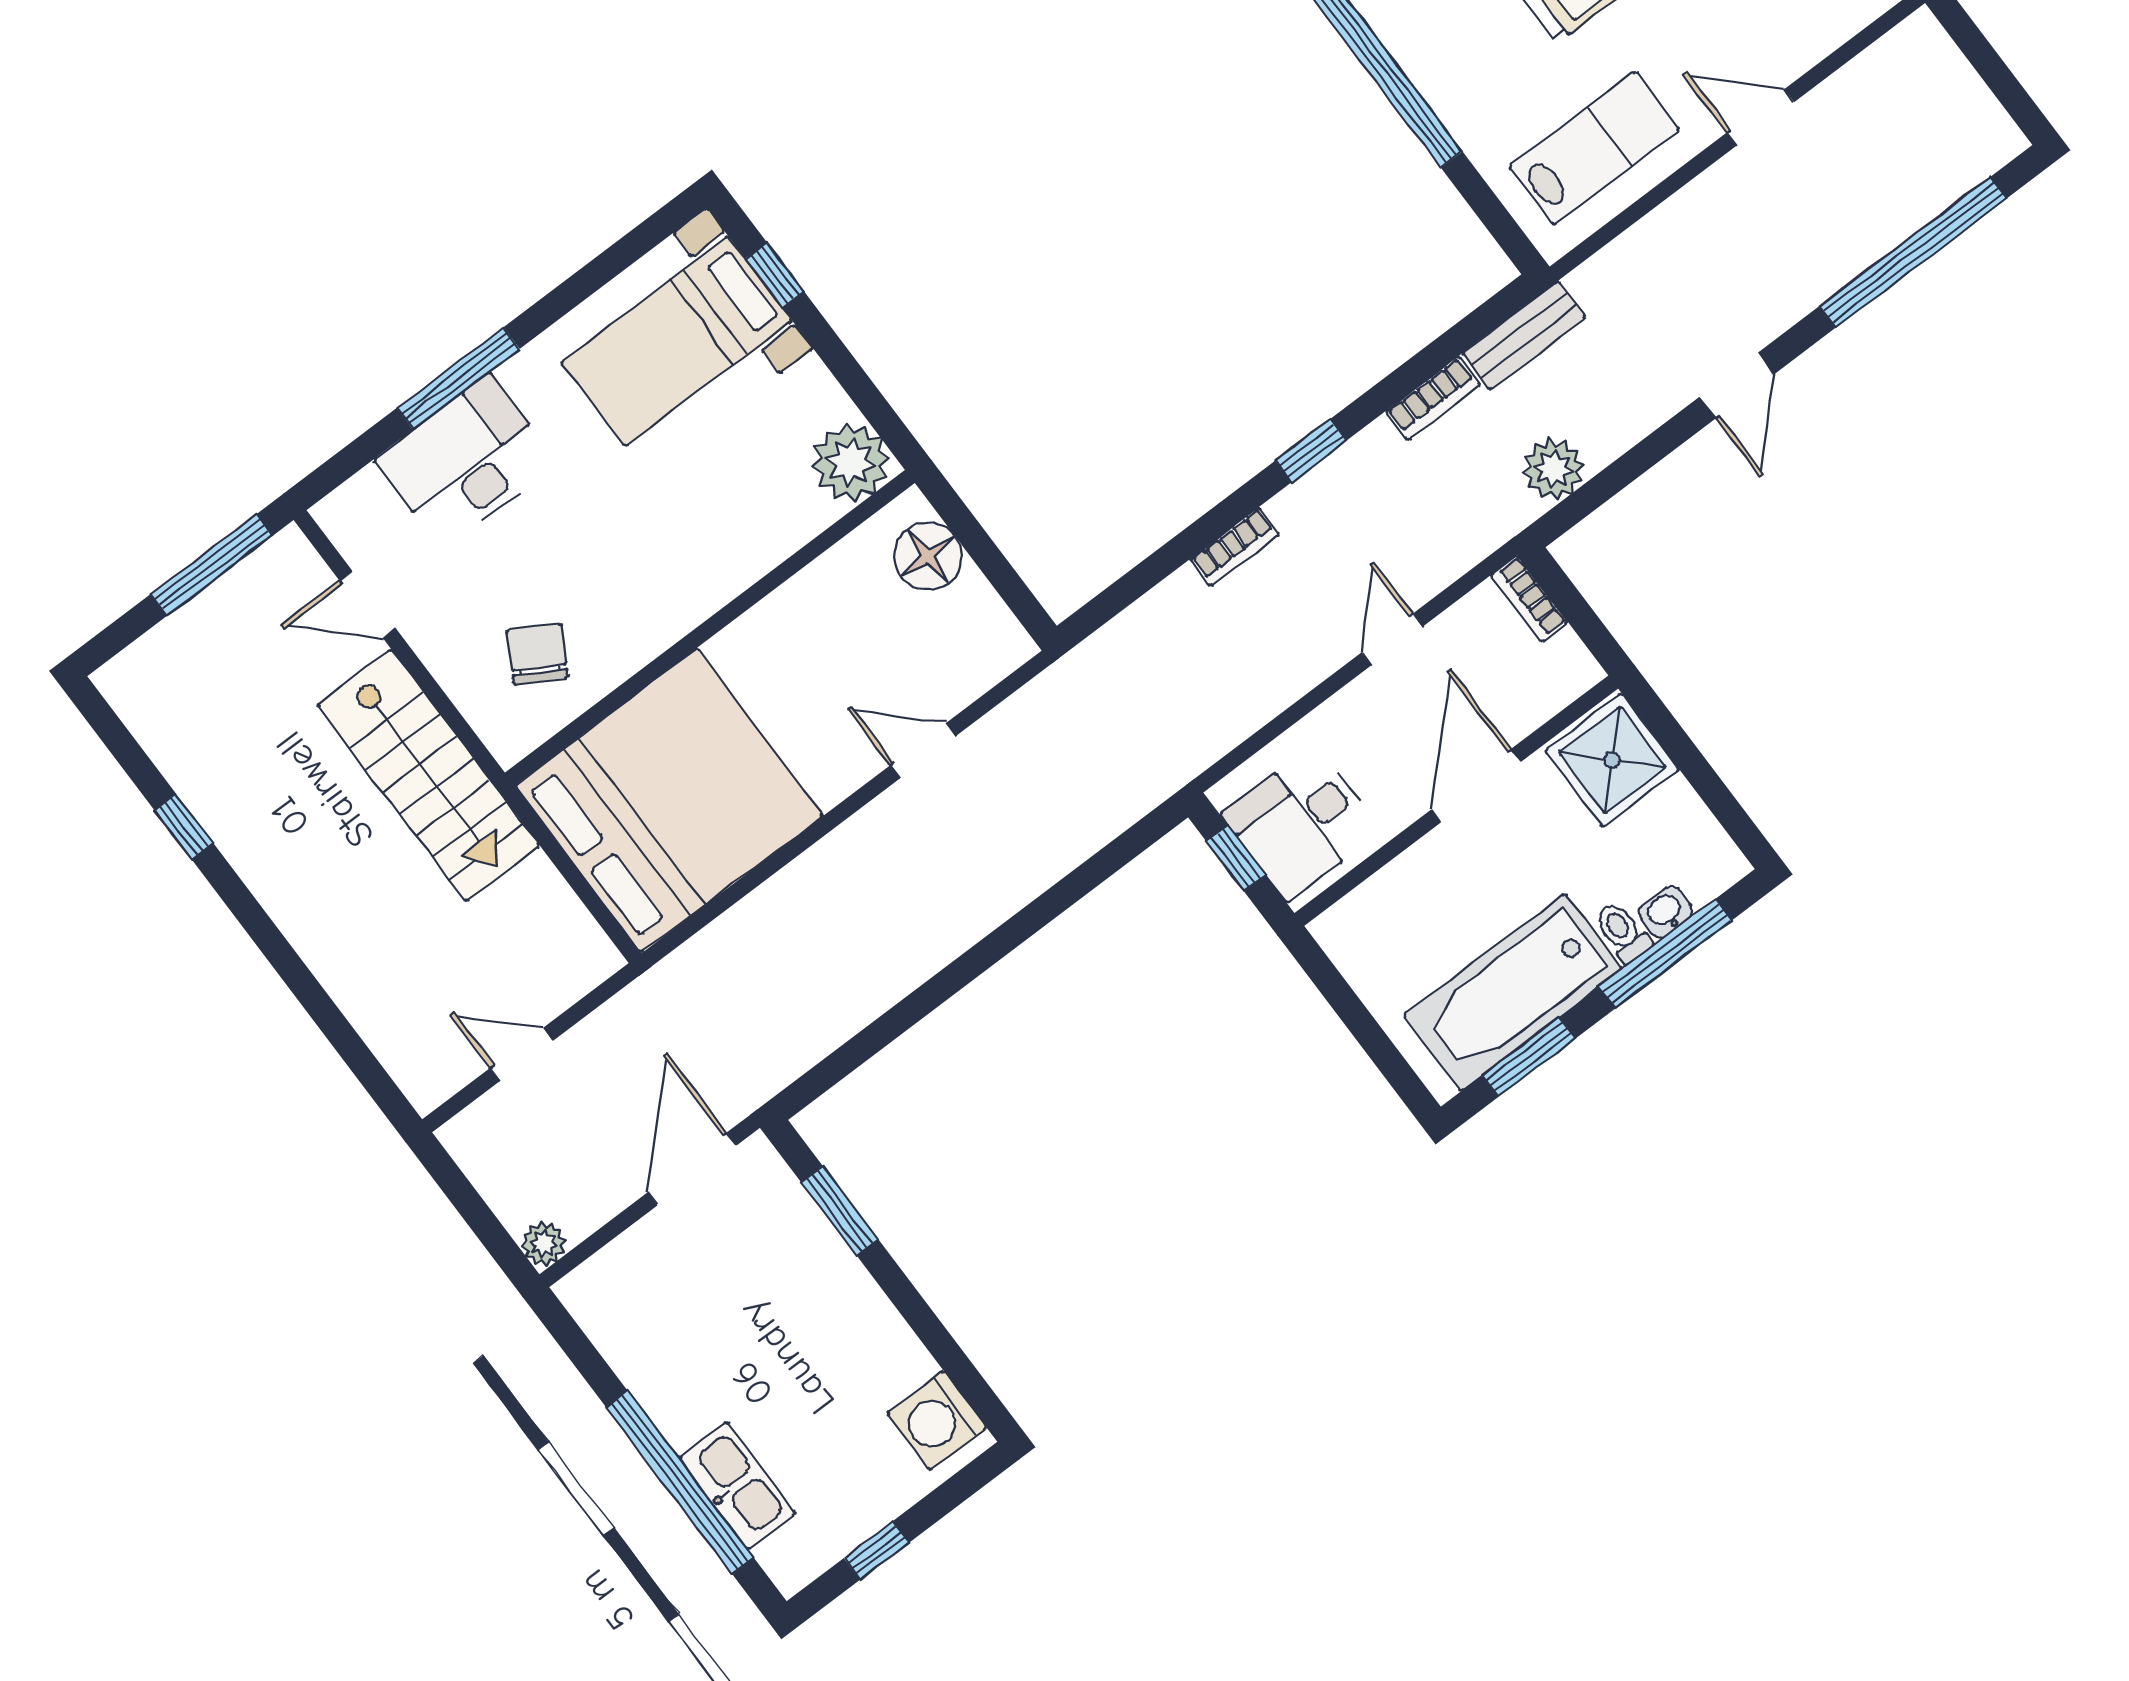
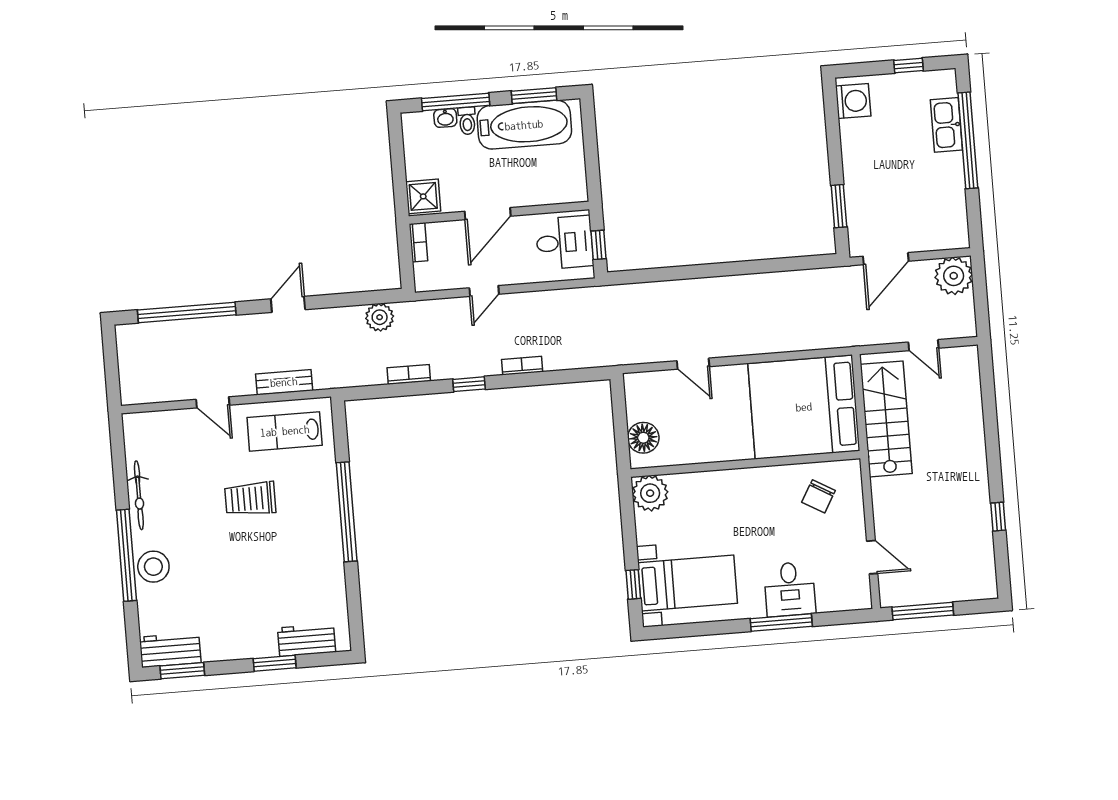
bench: (1524, 335) -> (284, 382), moved
desk: (466, 461) -> (790, 589), width x0.73
bookcase: (1529, 598) -> (418, 242), moved
shower: (1612, 760) -> (423, 196), width x0.73, depth x0.73
stairs: (428, 775) -> (886, 419), moved
plant: (544, 1244) -> (954, 276), width x1.88, depth x1.88

